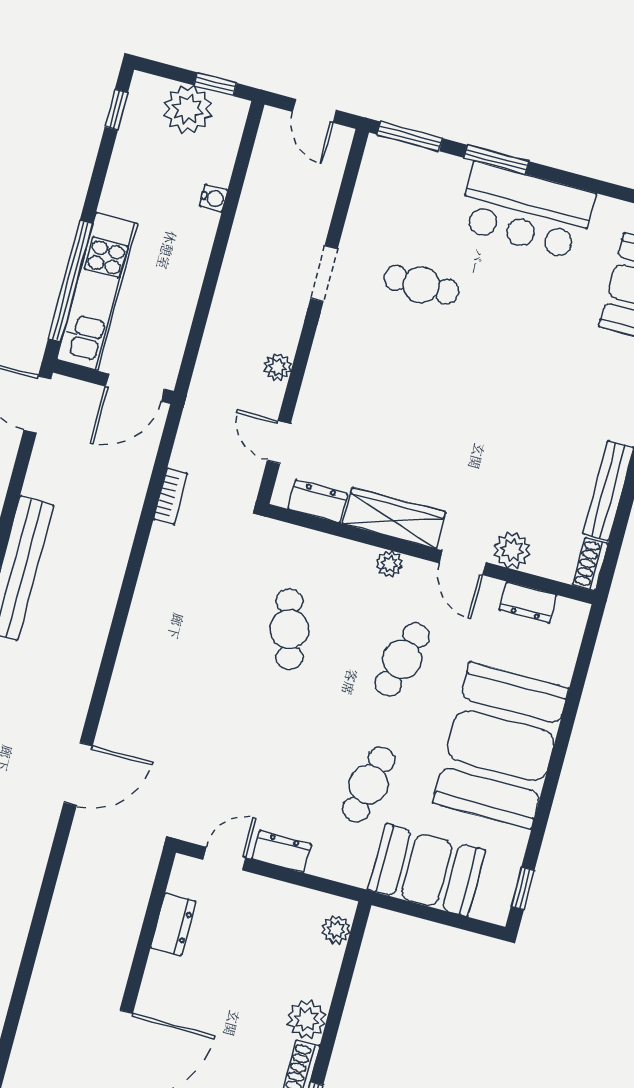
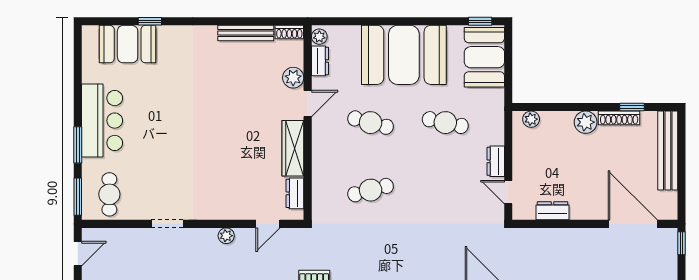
cafe table: (421, 285) -> (109, 194), moved
plant: (389, 564) -> (319, 37), moved
booth: (427, 870) -> (484, 57), moved

